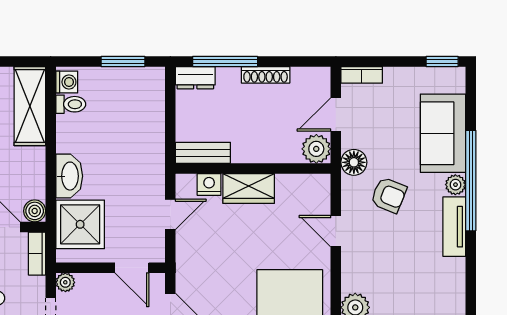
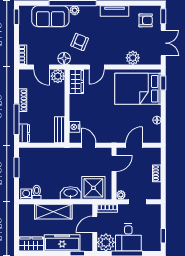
shelving: (30, 106) -> (53, 212), moved
wardrobe: (249, 188) -> (76, 81), moved
boiler: (35, 211) -> (87, 209), removed
tv unit: (454, 227) -> (115, 11), moved

